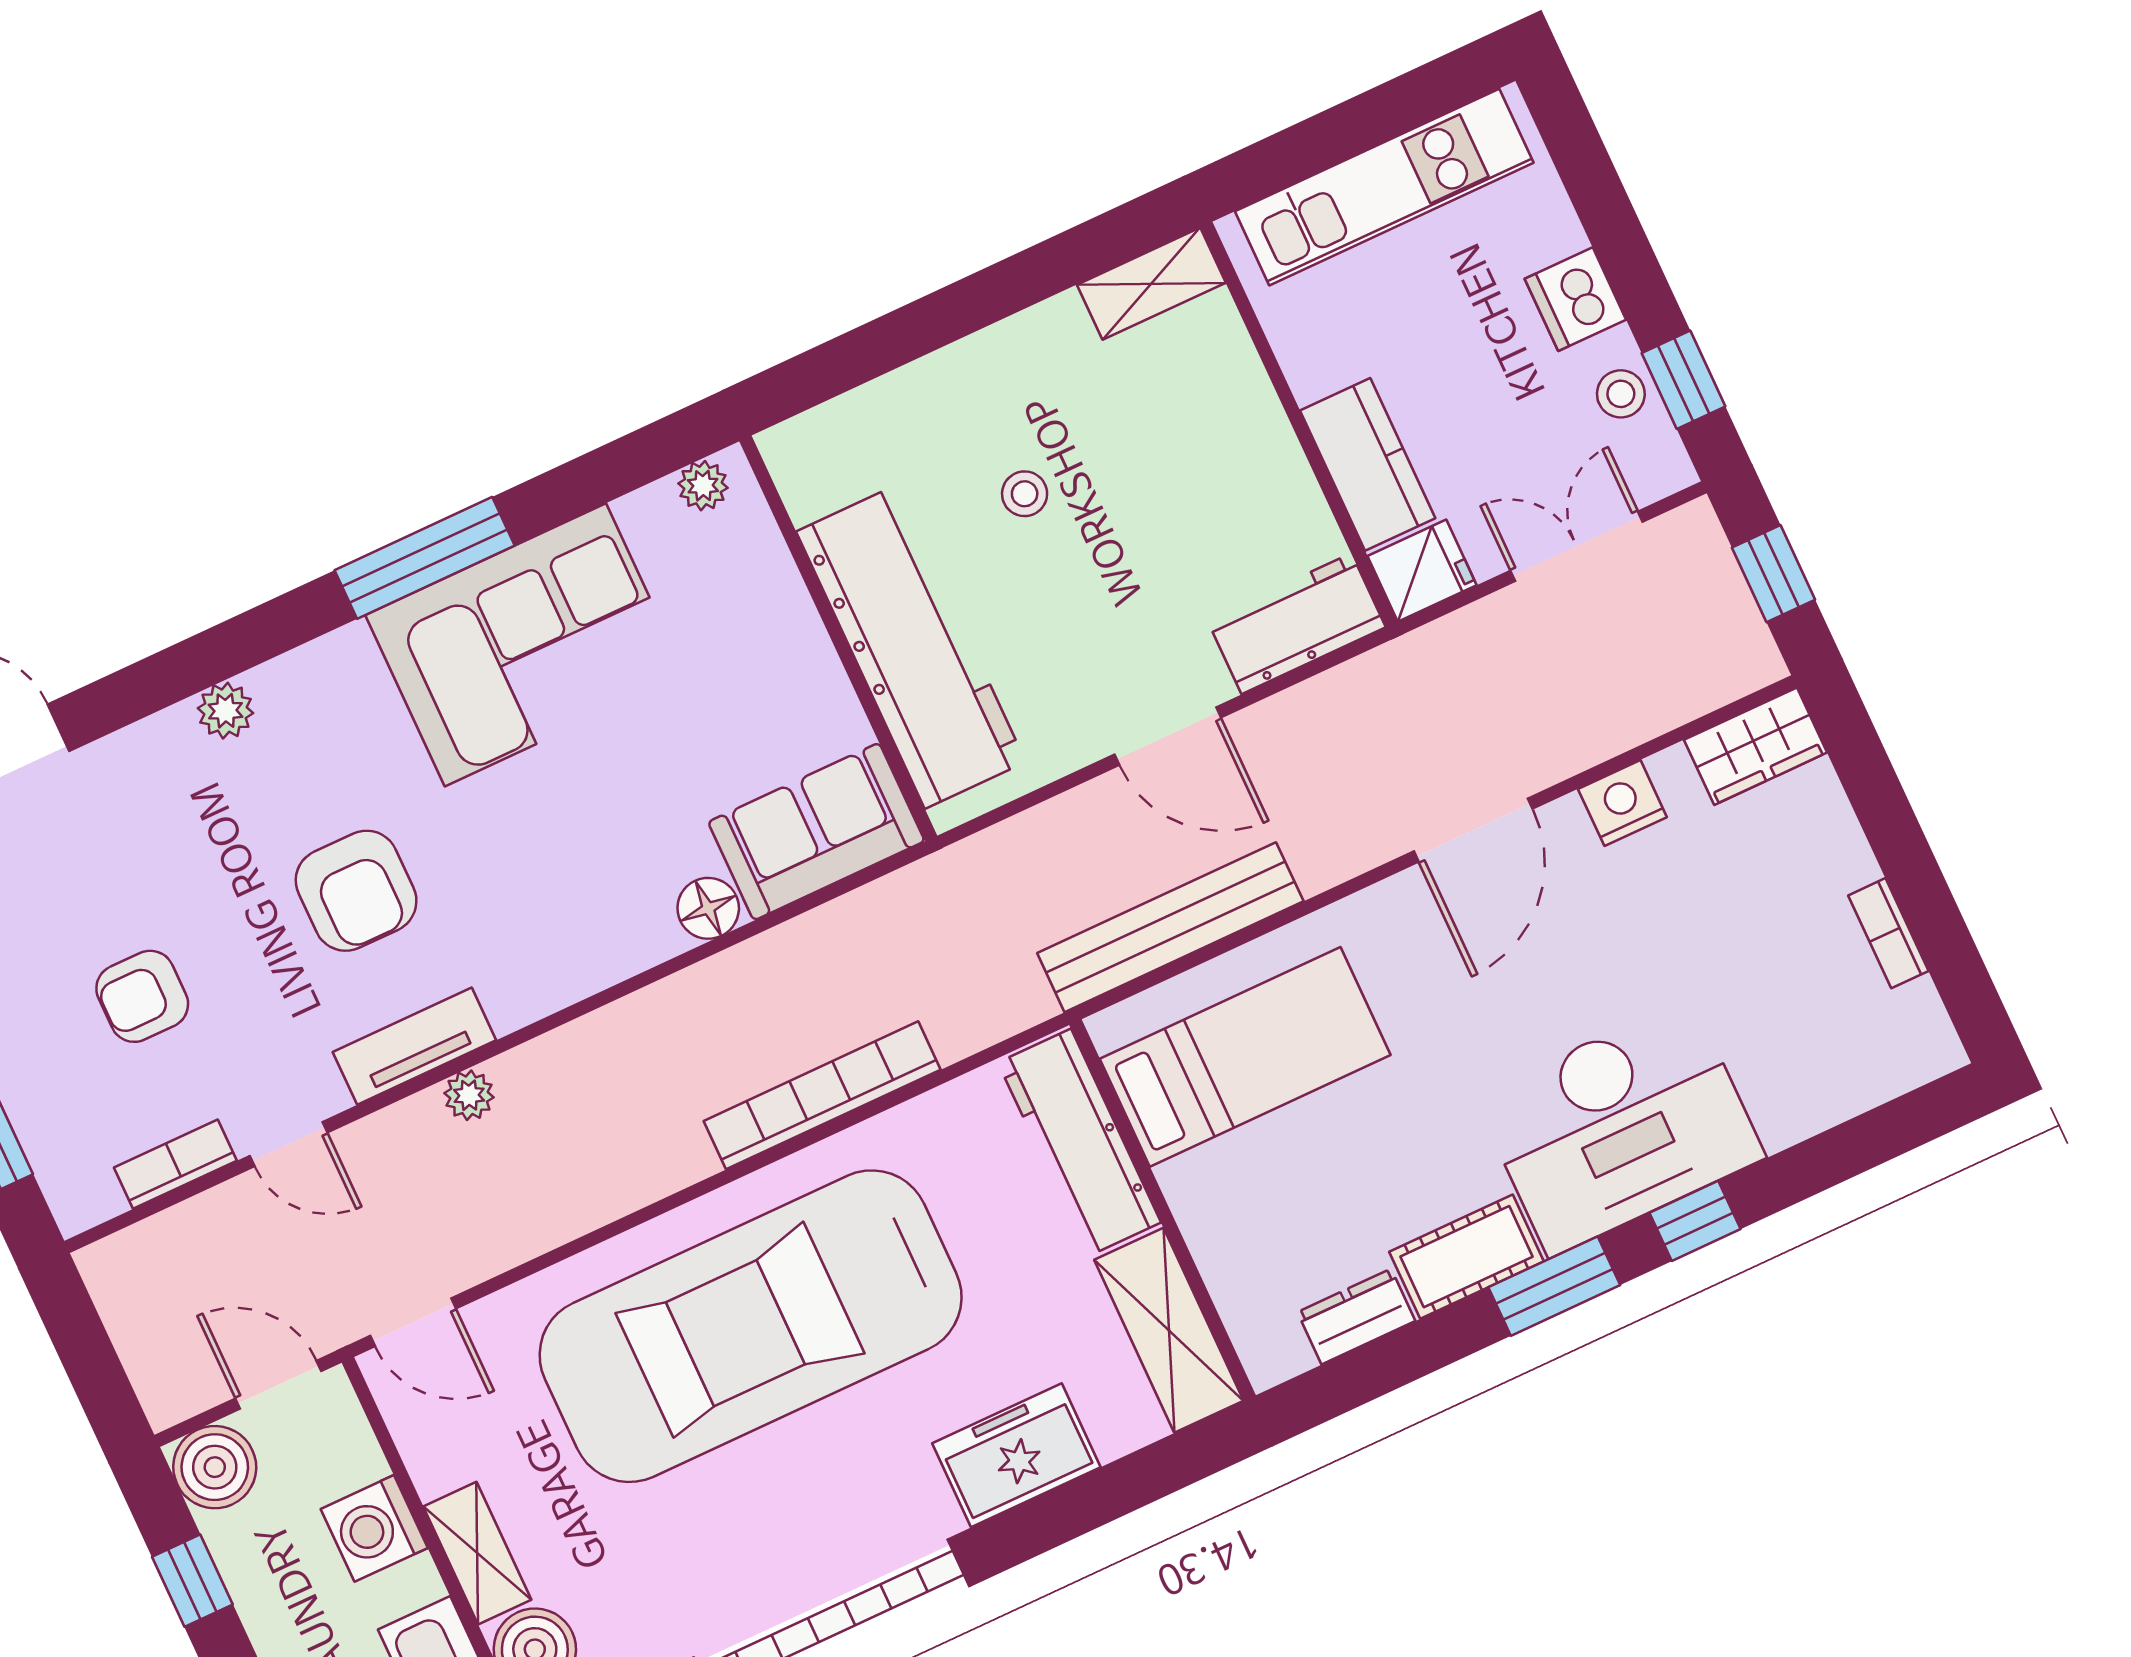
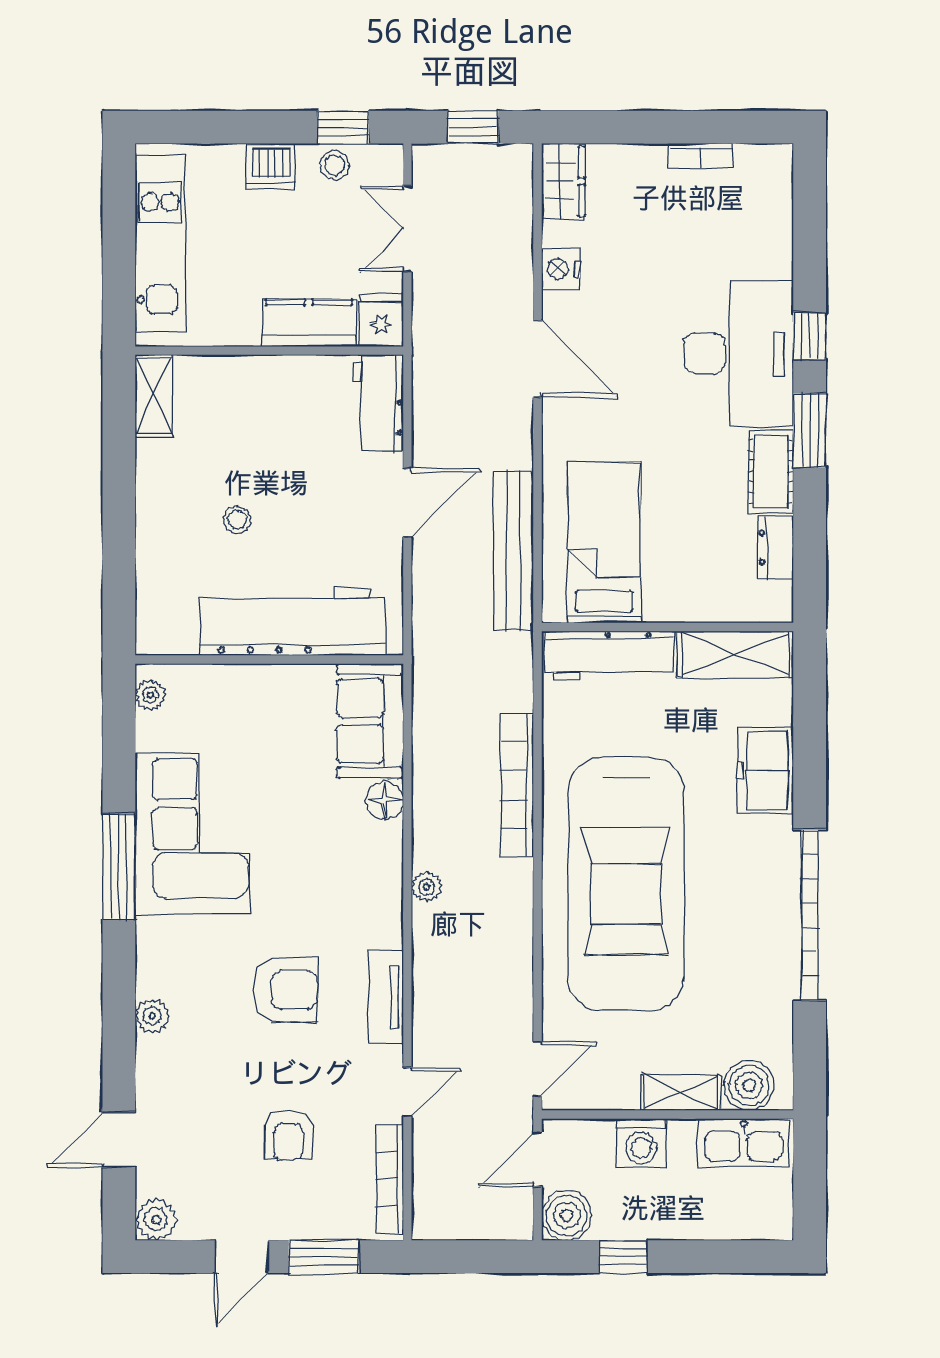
plant: (469, 1095) -> (427, 887), moved
bookcase: (175, 1164) -> (389, 1179), width x1.56

